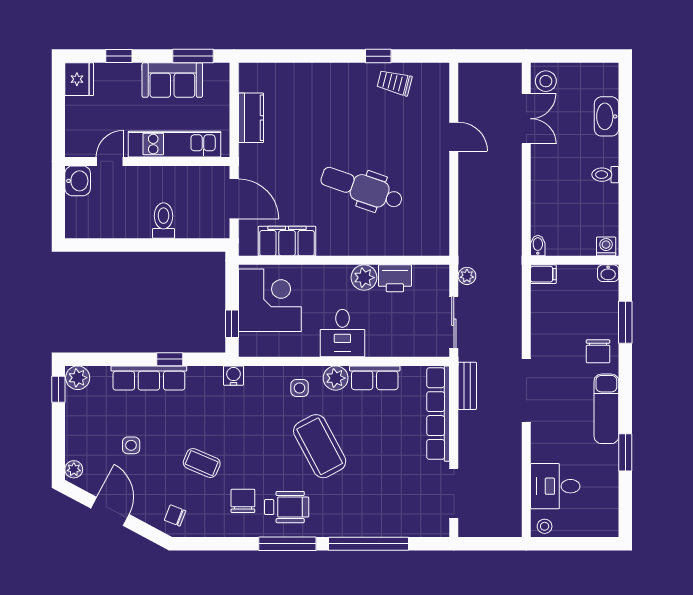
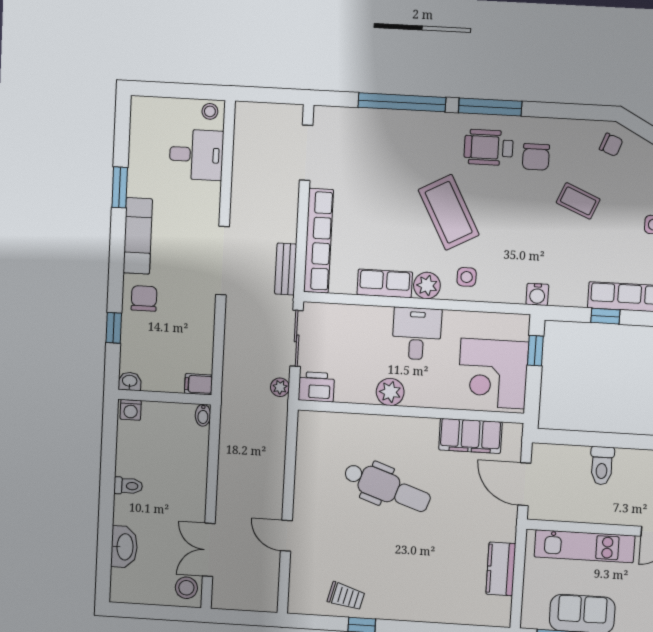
printer: (395, 278) -> (316, 387), moved
window: (625, 322) -> (114, 328), width x0.67

